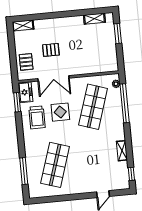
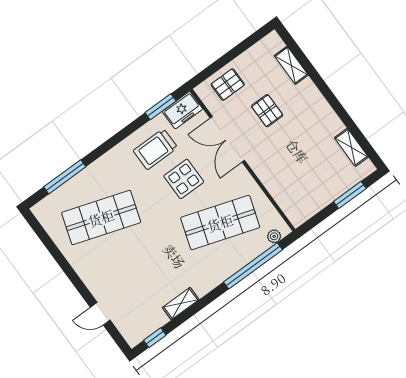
shelving: (23, 26) -> (291, 65), moved

